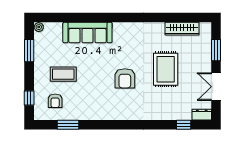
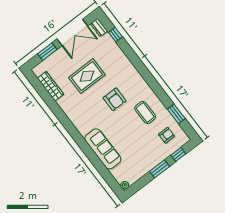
window: (29, 51) -> (160, 169), moved
coffee table: (63, 74) -> (145, 112), moved
armchair: (125, 78) -> (115, 99), turned 90
double door: (216, 87) -> (72, 32), width x1.37

